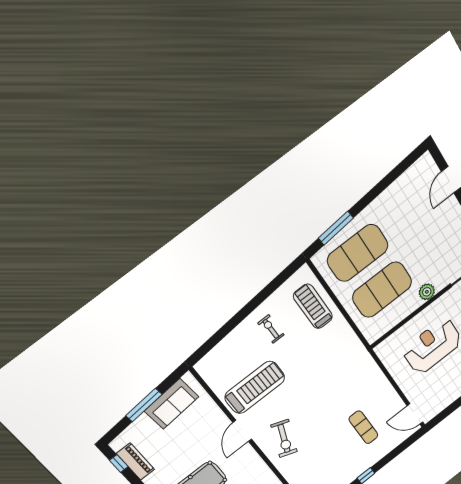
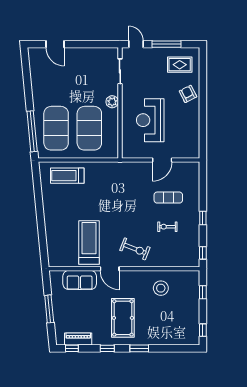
window: (336, 228) -> (32, 131), width x1.46
exercise bike: (271, 329) -> (167, 227), moved
sofa: (172, 404) -> (80, 280), moved, turned 96
door: (415, 414) -> (162, 160), moved

